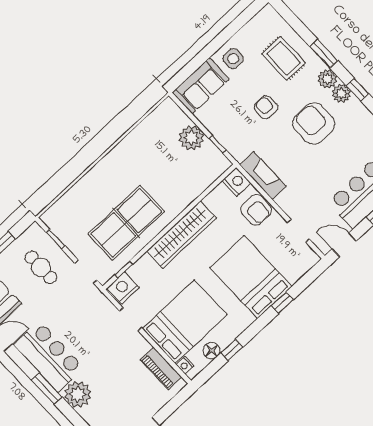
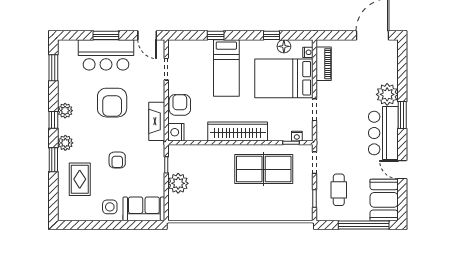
plant: (341, 93) -> (65, 111), moved
armchair: (314, 124) -> (112, 103), moved
bed: (251, 277) -> (226, 68), width x0.67
nightstand: (123, 288) -> (297, 136), width x0.53, depth x0.56

